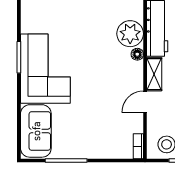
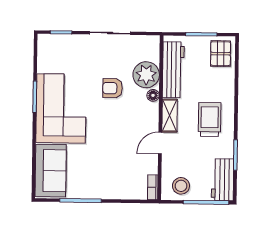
armchair: (97, 48) -> (113, 88), added

